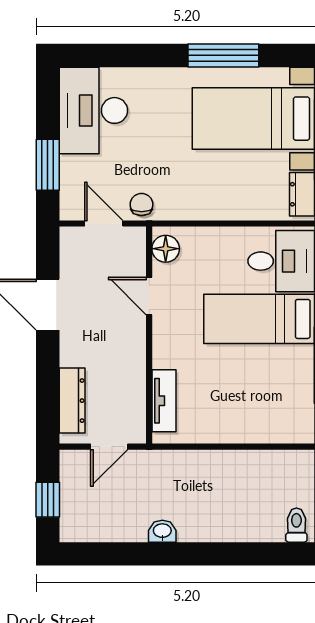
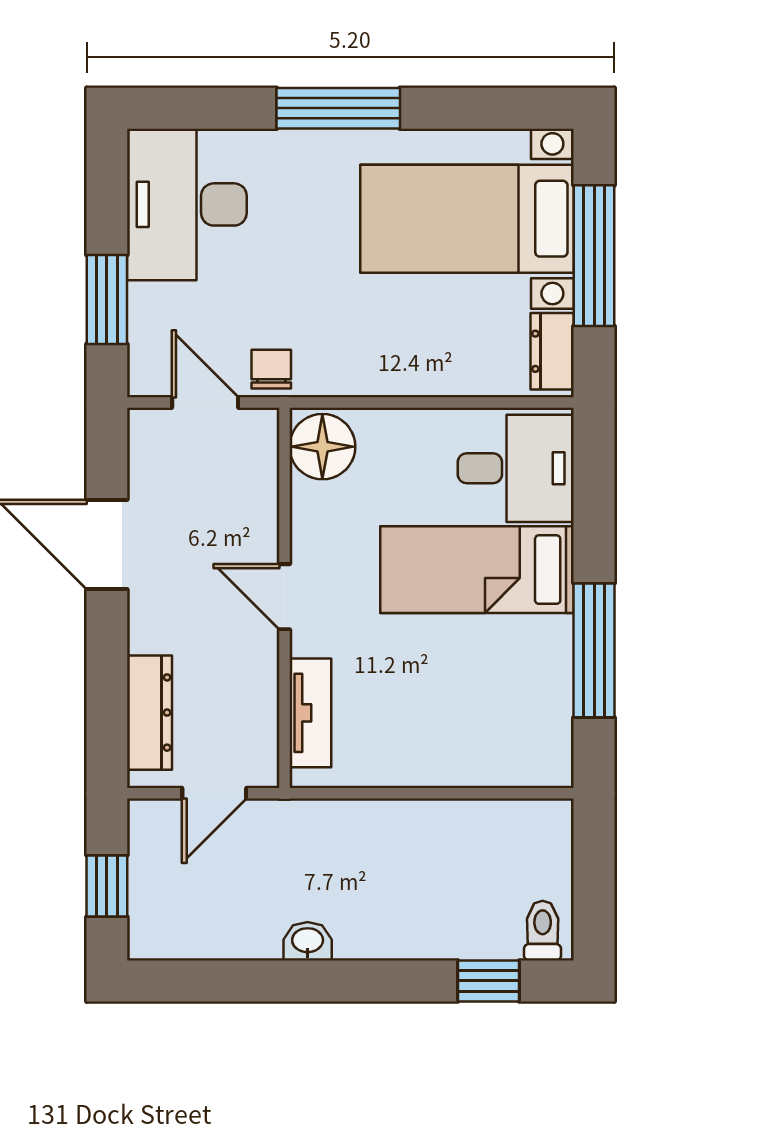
window: (223, 55) -> (338, 108), moved
floor lamp: (166, 249) -> (322, 447), width x1.38, depth x1.38
door: (149, 296) -> (285, 597), moved
window: (266, 554) -> (488, 981), added

